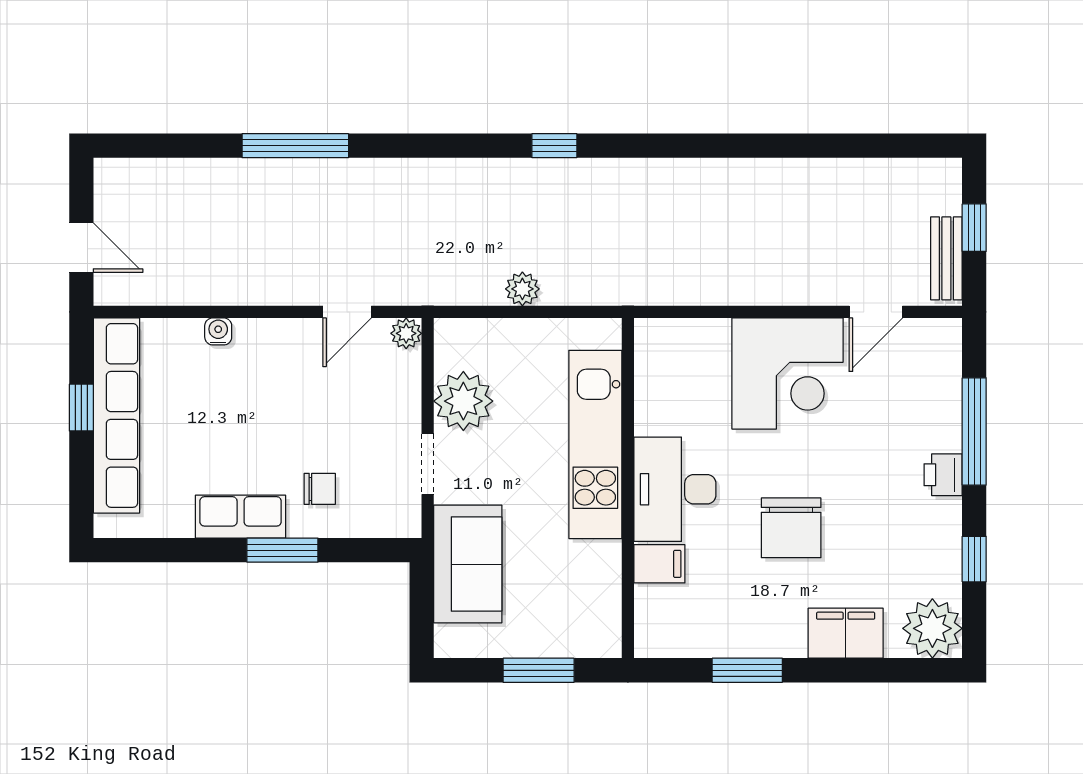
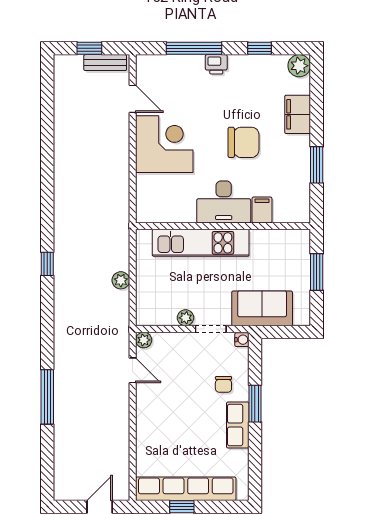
water cooler: (218, 331) -> (242, 340), moved, turned 180
plant: (463, 401) -> (185, 318), width x0.53, depth x0.53
chair: (320, 489) -> (223, 384), turned 180
plant: (932, 628) -> (299, 66), width x0.73, depth x0.73

